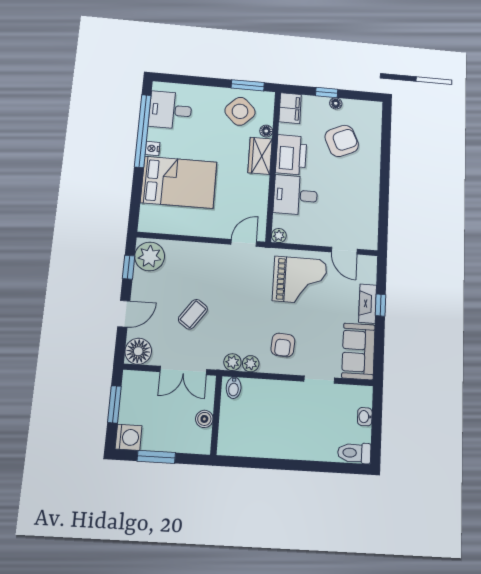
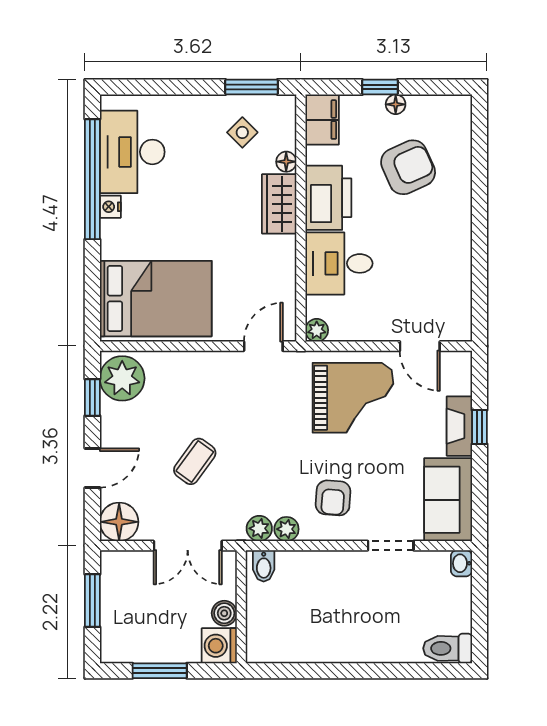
desk: (170, 110) -> (132, 152), width x1.37
side table: (240, 111) -> (242, 132), width x0.54, depth x0.54
bed: (179, 182) -> (156, 299), moved
washbasin: (365, 417) -> (461, 563), moved
washing machine: (129, 437) -> (219, 646), moved, turned 180

